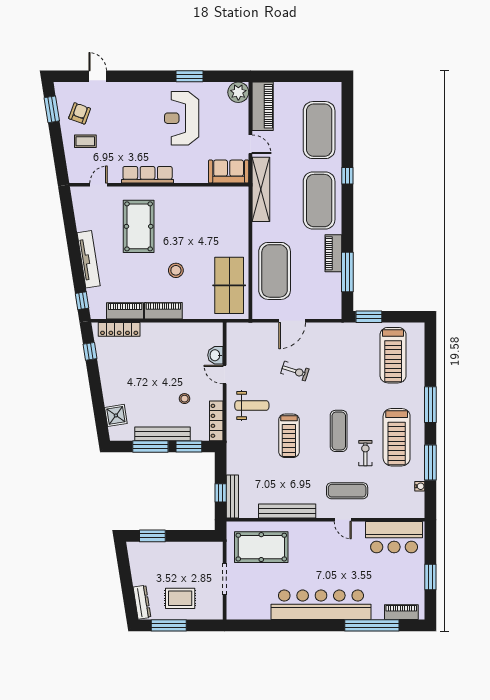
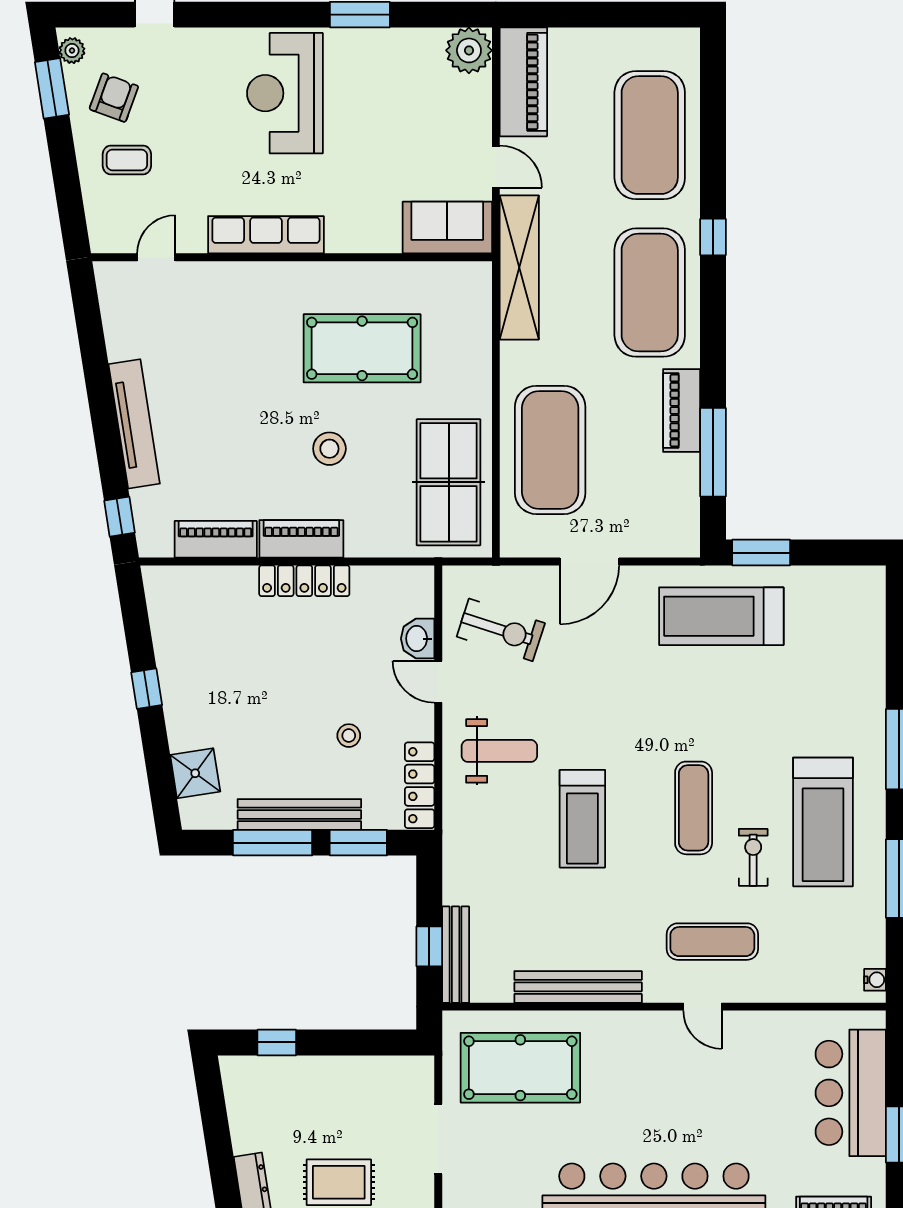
plant: (61, 92) -> (72, 51), added
reception desk: (182, 118) -> (285, 93), moved
pool table: (139, 226) -> (362, 348), moved, turned 90
locker: (119, 329) -> (304, 581), moved
window: (90, 351) -> (147, 689), moved
treadmill: (393, 355) -> (721, 616), moved, turned 90
exercise bike: (295, 371) -> (501, 630), moved, width x1.38, depth x1.39
water cooler: (420, 486) -> (875, 980), moved
window: (152, 536) -> (277, 1042), width x0.67
bar counter: (394, 537) -> (851, 1093), moved, turned 90

